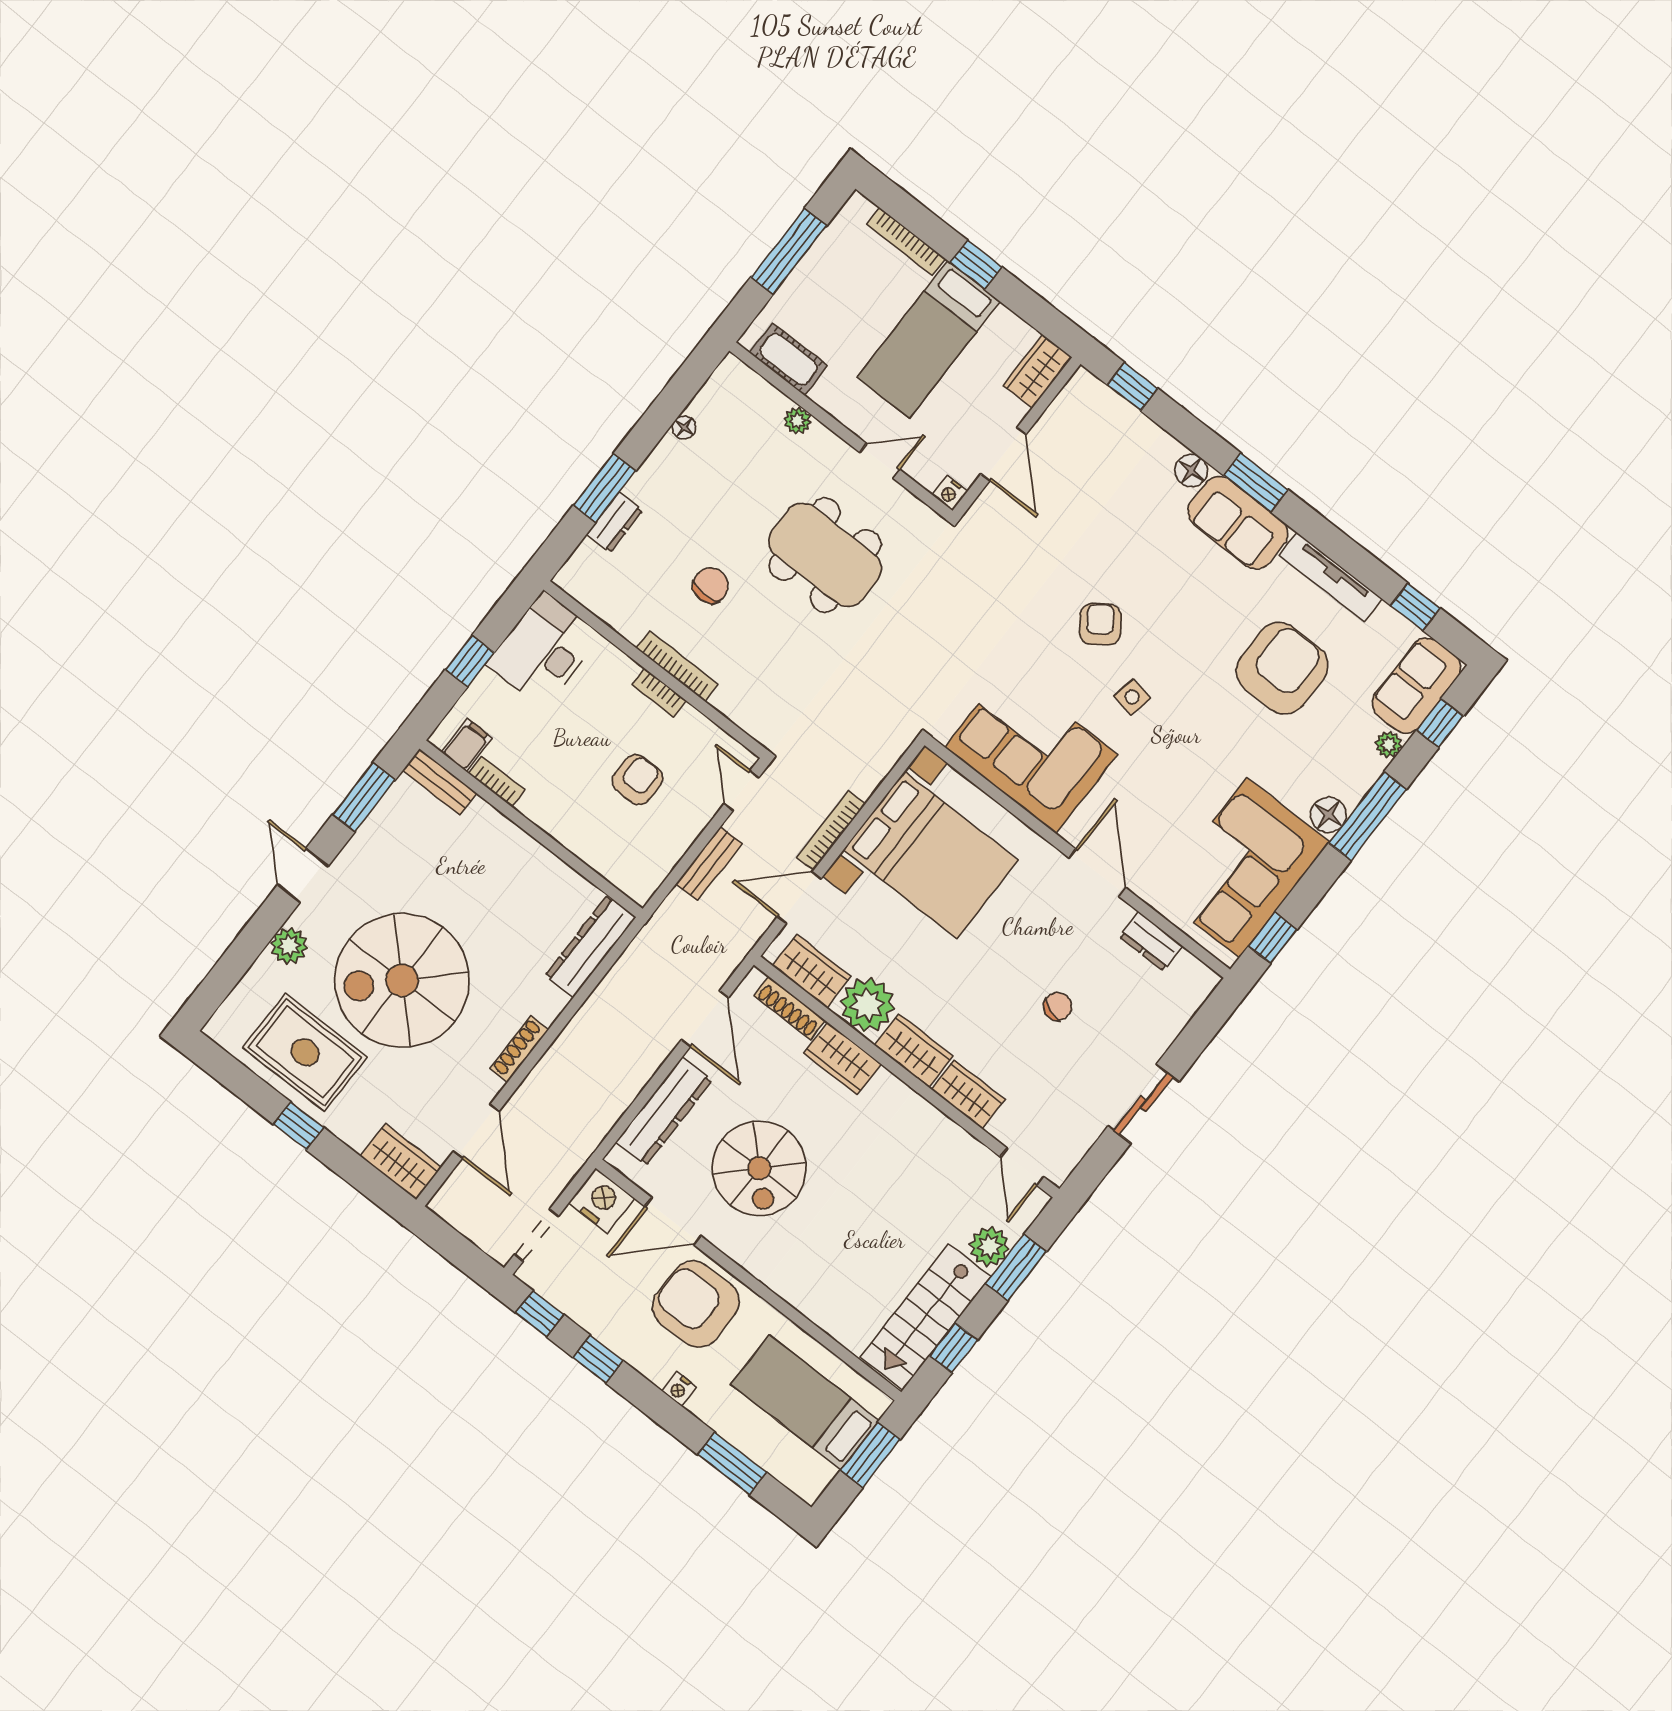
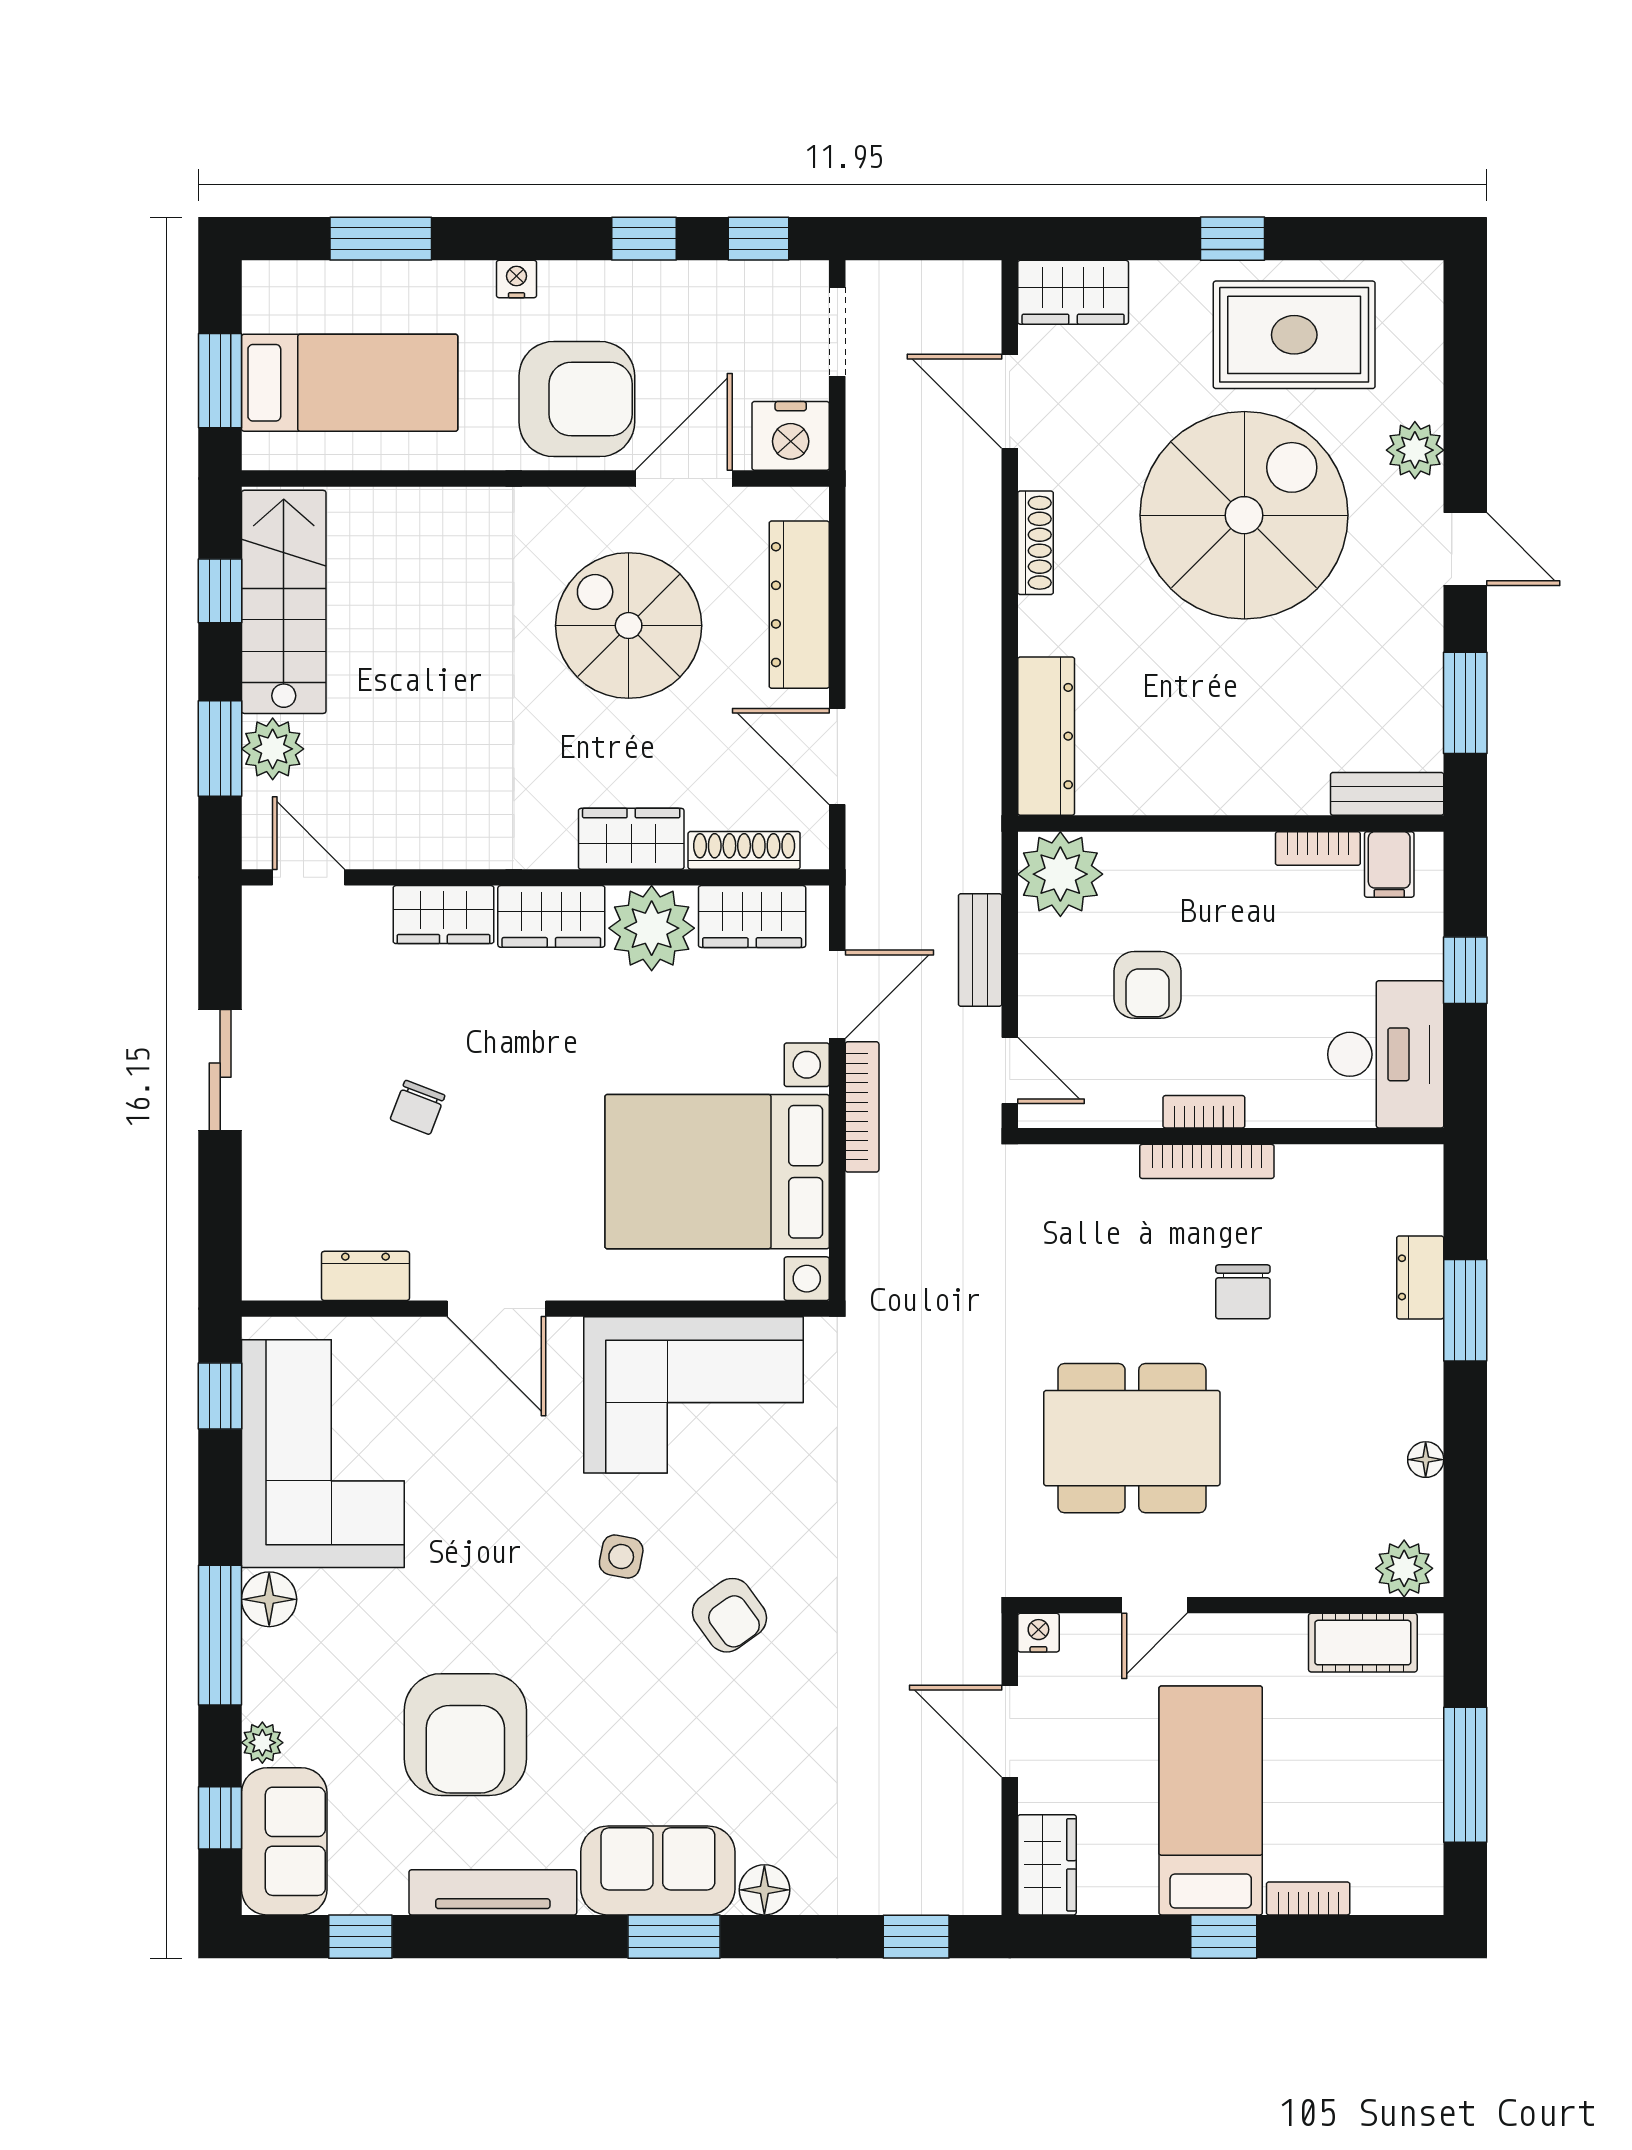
bookcase: (906, 241) -> (1308, 1898), width x0.64
plant: (798, 421) -> (1404, 1568), moved, width x1.38, depth x1.38
plant: (638, 871) -> (1060, 874), added

